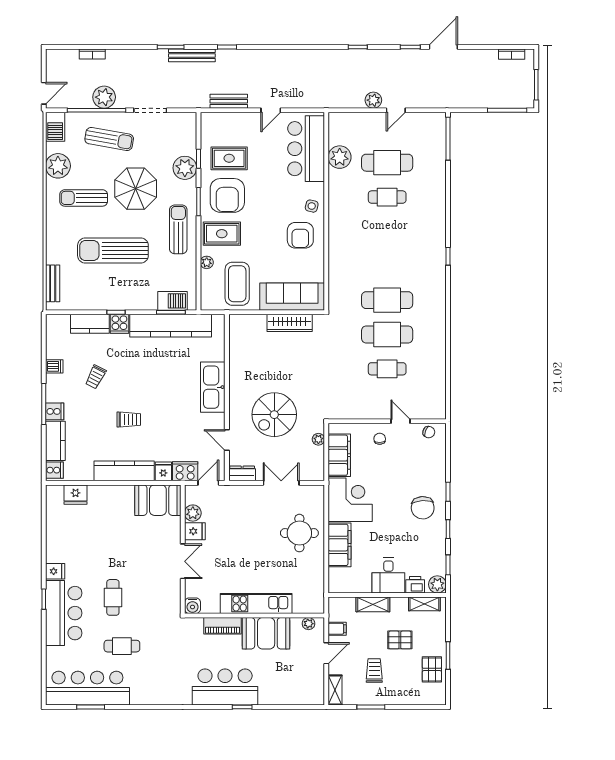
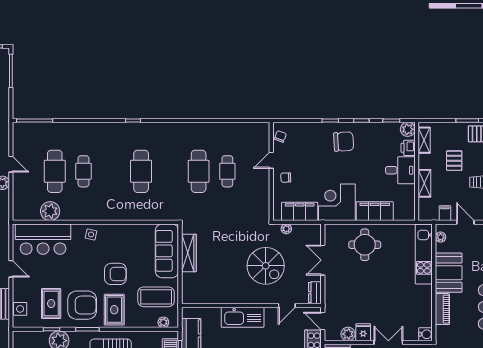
side table: (223, 121) -> (20, 309), added
armchair: (300, 235) -> (115, 274), moved
plant: (207, 262) -> (163, 322), moved
cafe table: (387, 300) -> (141, 171), moved
kitchen unit: (256, 604) -> (424, 254), moved

